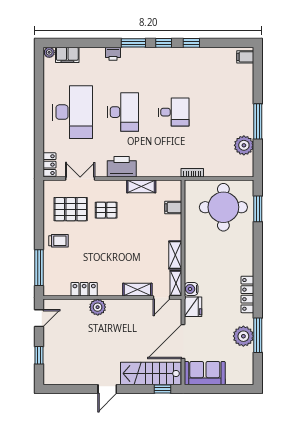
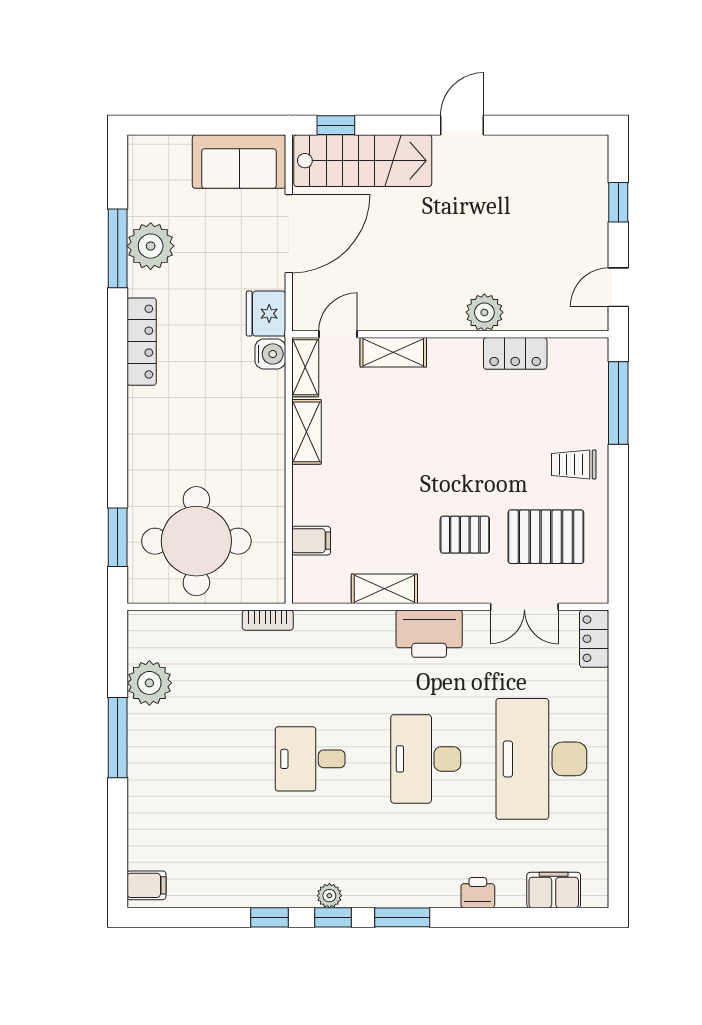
plant: (49, 52) -> (329, 896), moved
printer: (113, 54) -> (478, 893), moved

